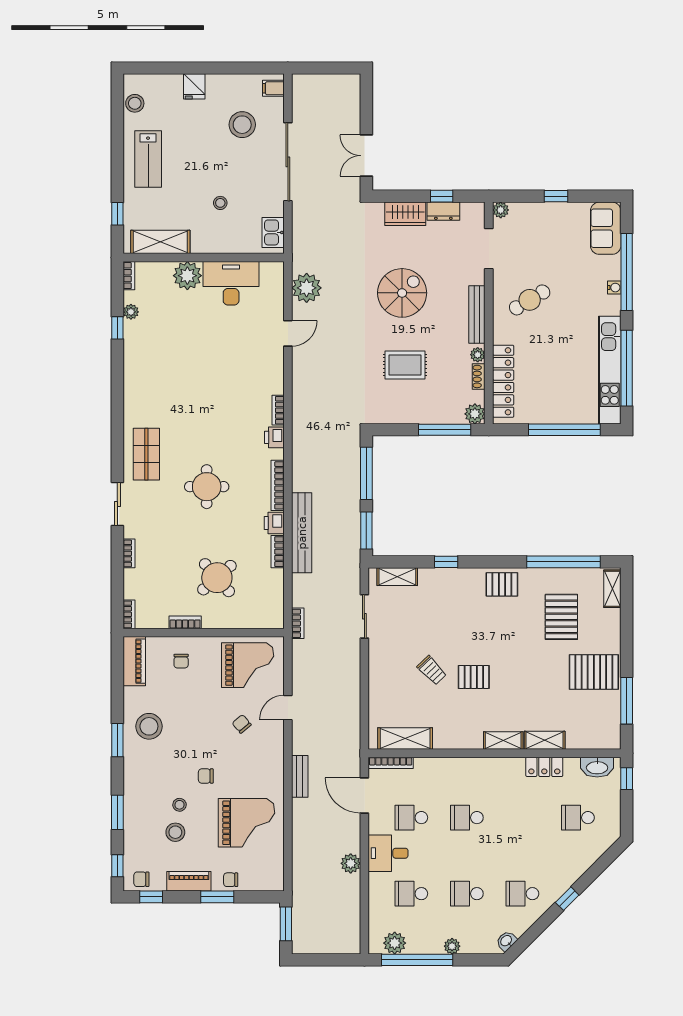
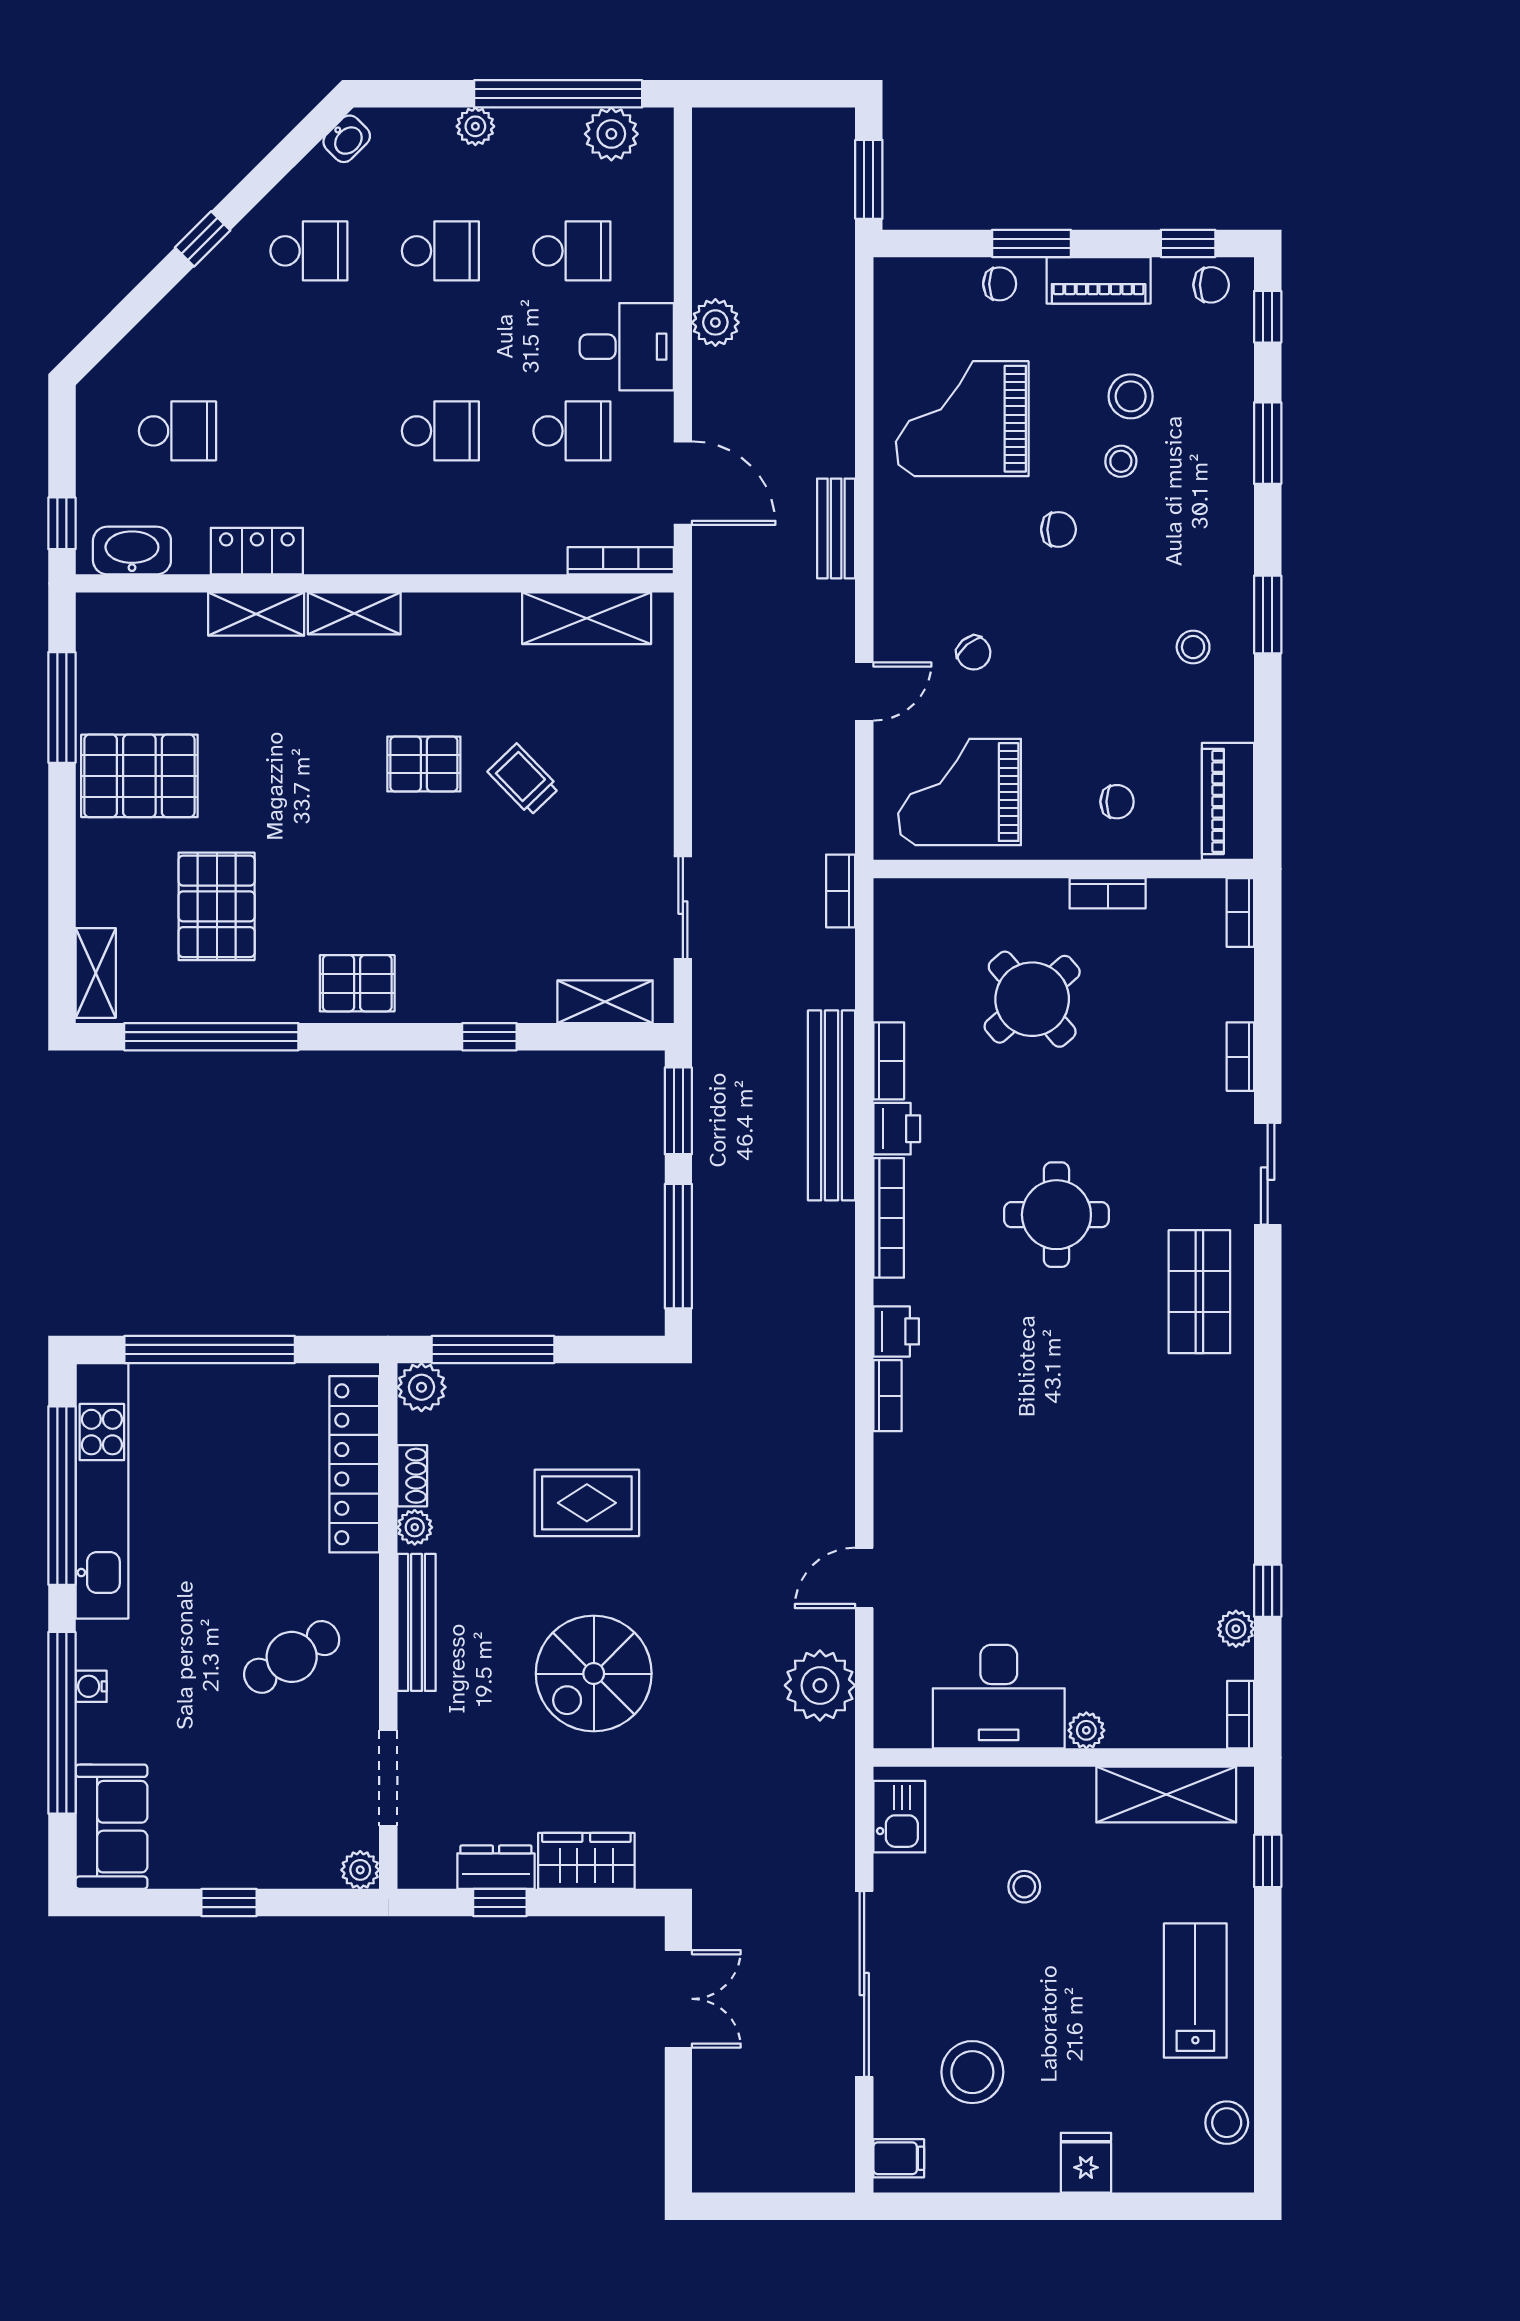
plant: (187, 276) -> (1086, 1730), width x0.53, depth x0.53
chair: (181, 661) -> (1117, 802), turned 90
stool: (149, 726) -> (1193, 647), width x0.53, depth x0.53

